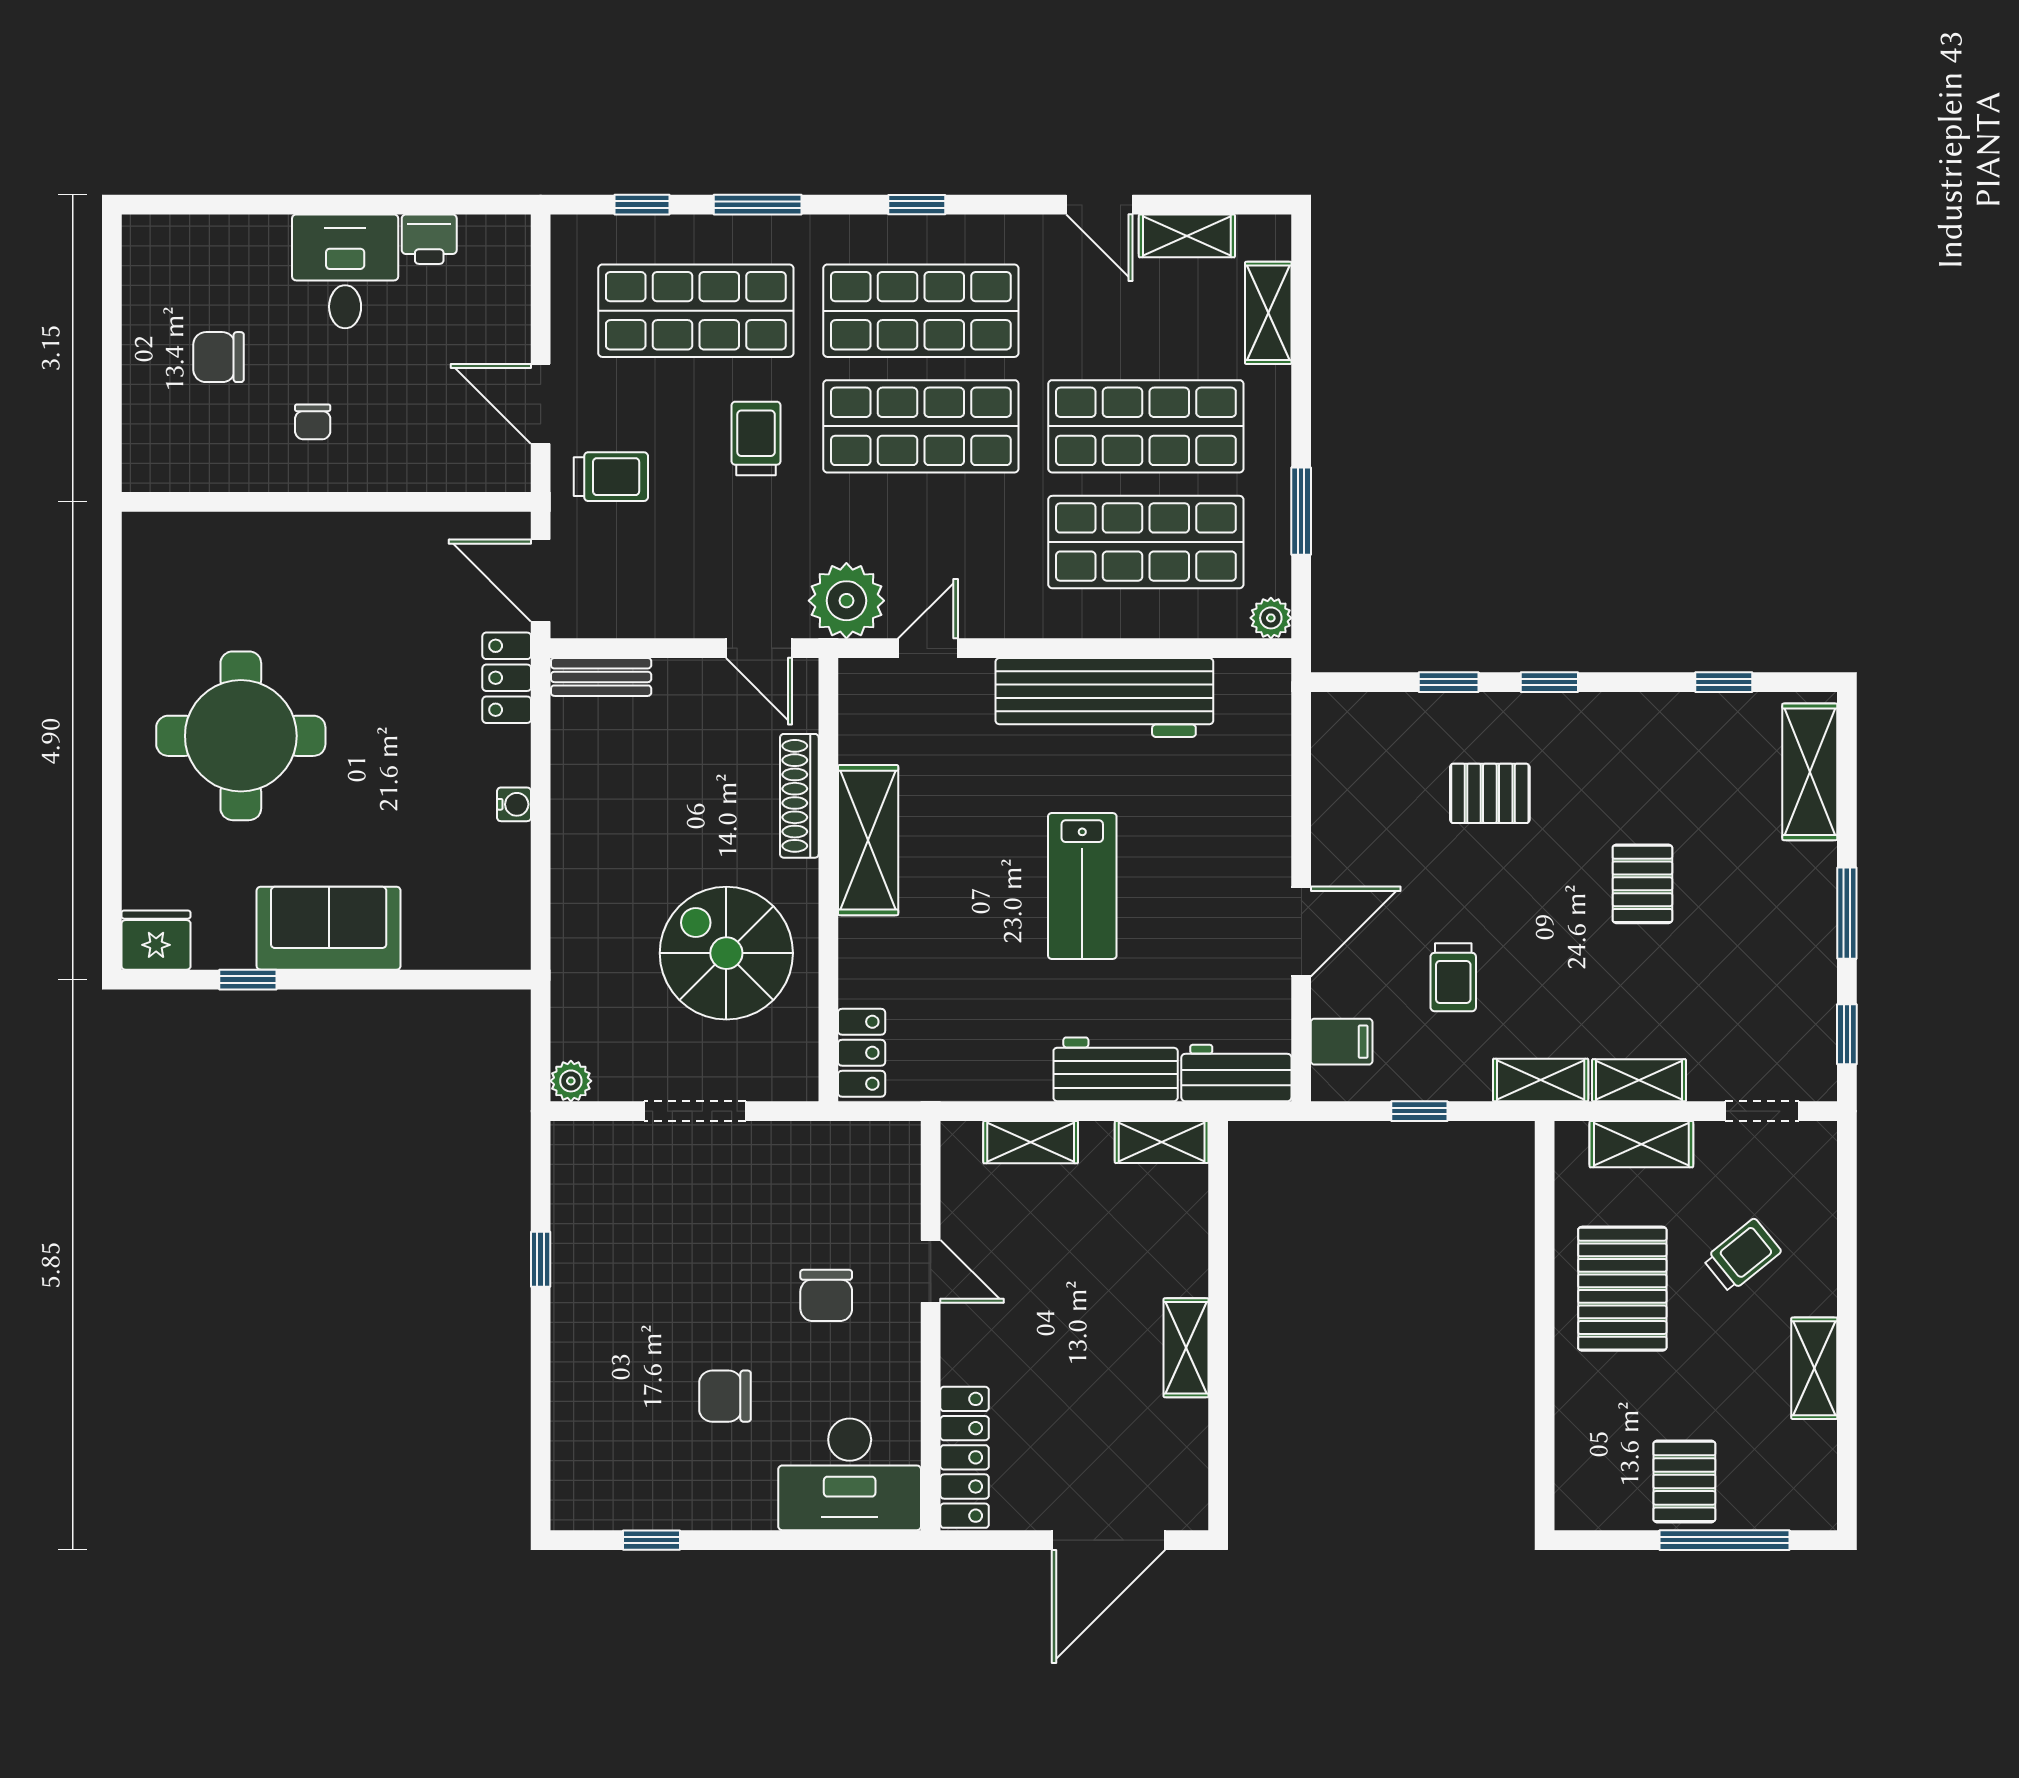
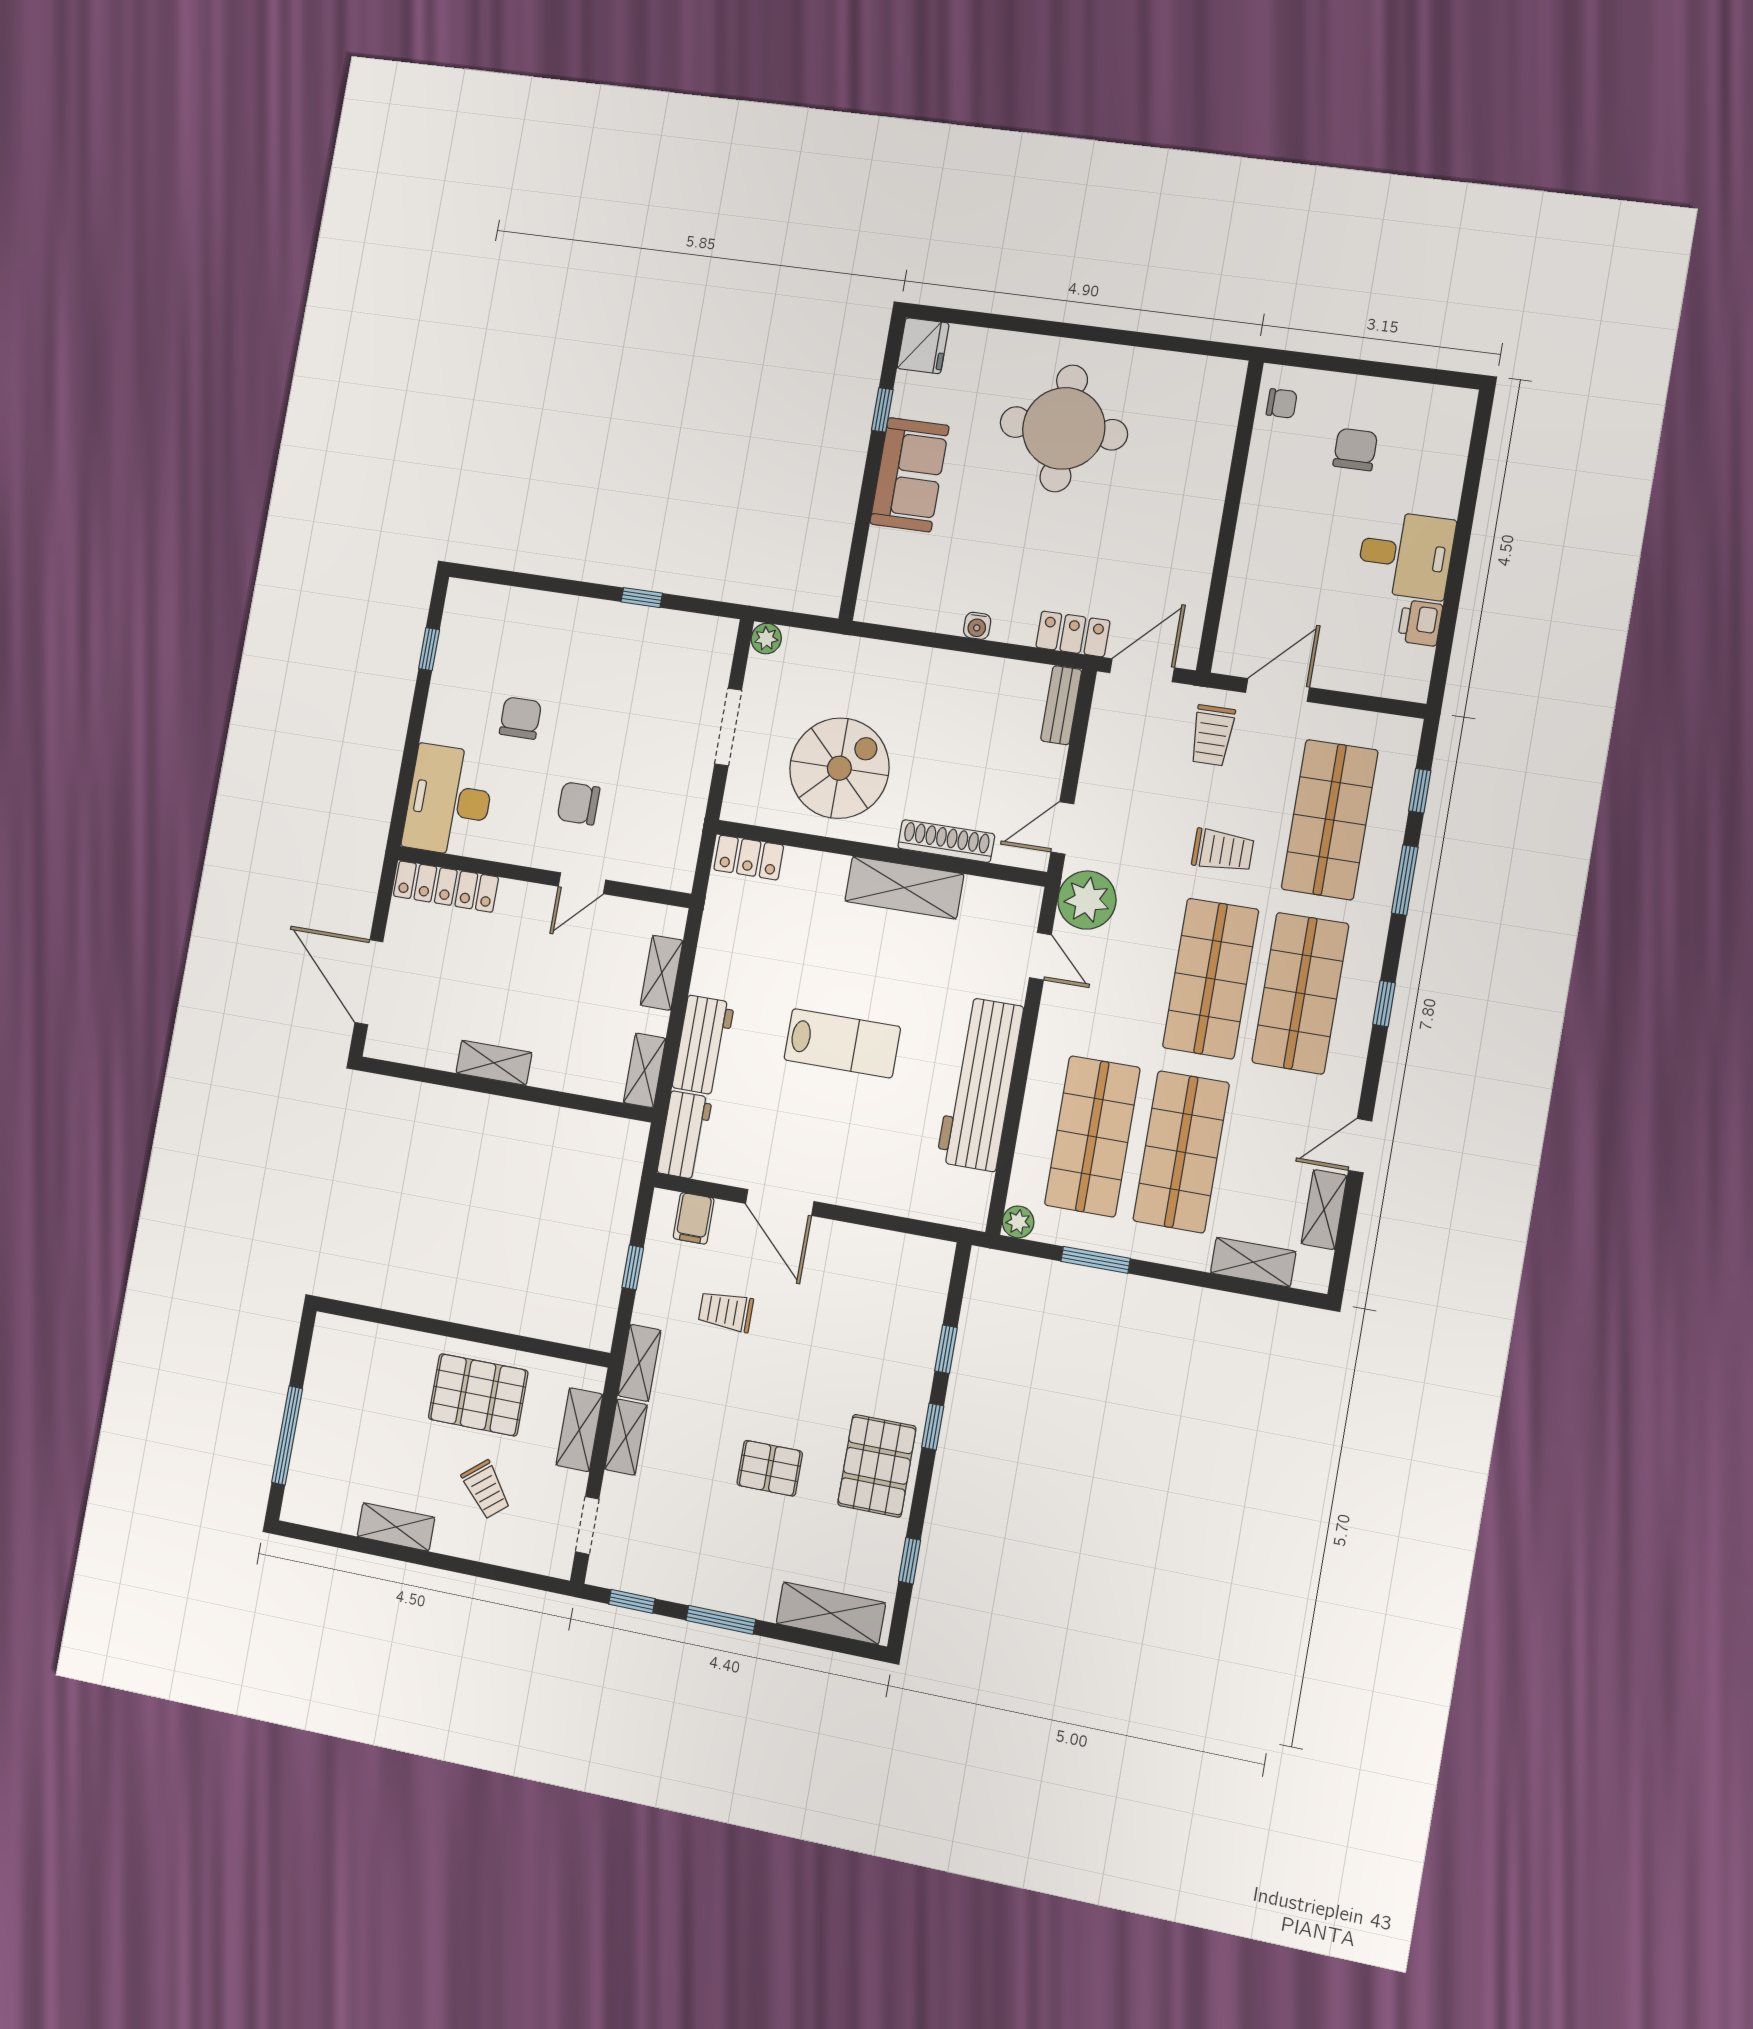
chair: (313, 422) -> (1282, 403), moved, turned 180
pallet: (1490, 793) -> (877, 1466), moved, width x1.50, depth x1.42
lab bench: (1082, 886) -> (842, 1043), turned 180
pallet: (1684, 1481) -> (333, 1414), removed

